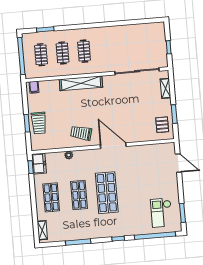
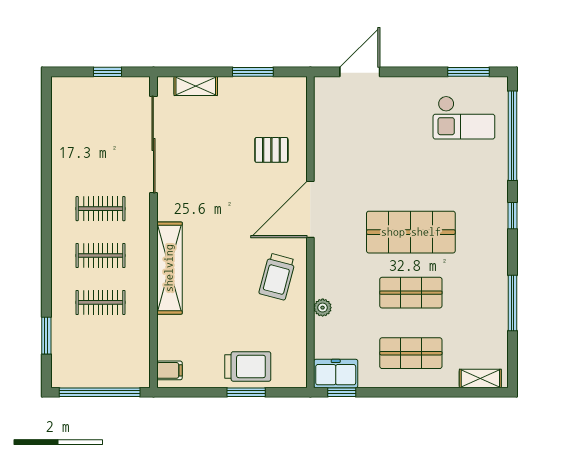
clothes rail: (41, 55) -> (100, 209), moved
pallet: (162, 125) -> (271, 150), moved

